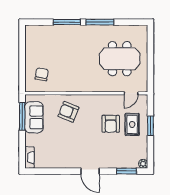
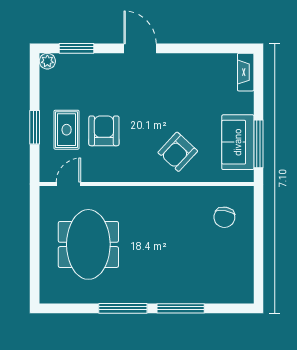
meeting table: (120, 59) -> (88, 244), turned 90
armchair: (68, 112) -> (178, 152), turned 111

